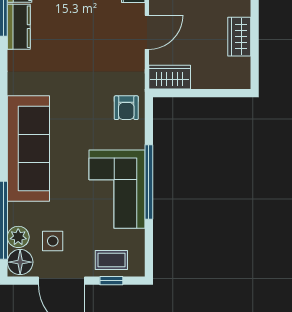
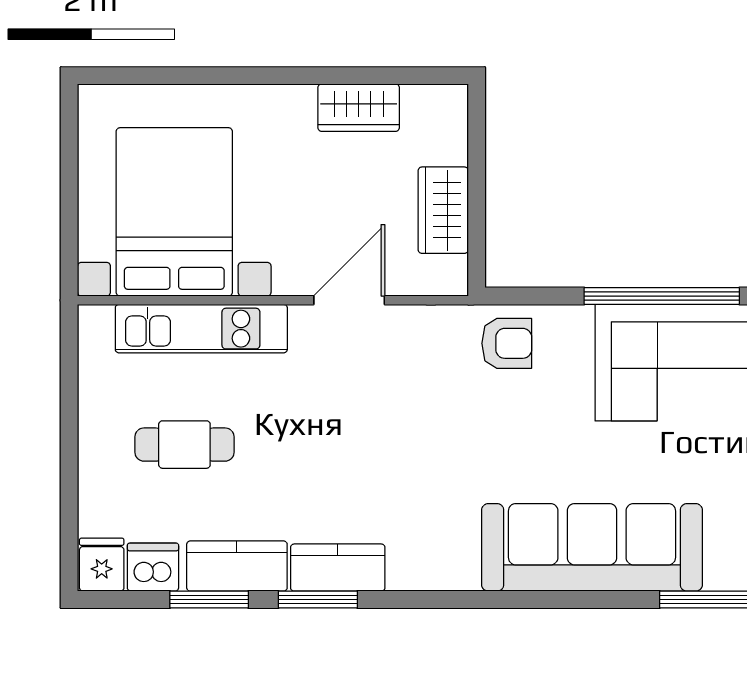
door: (147, 32) -> (349, 300), hinge flipped
wardrobe: (170, 77) -> (443, 210), moved

